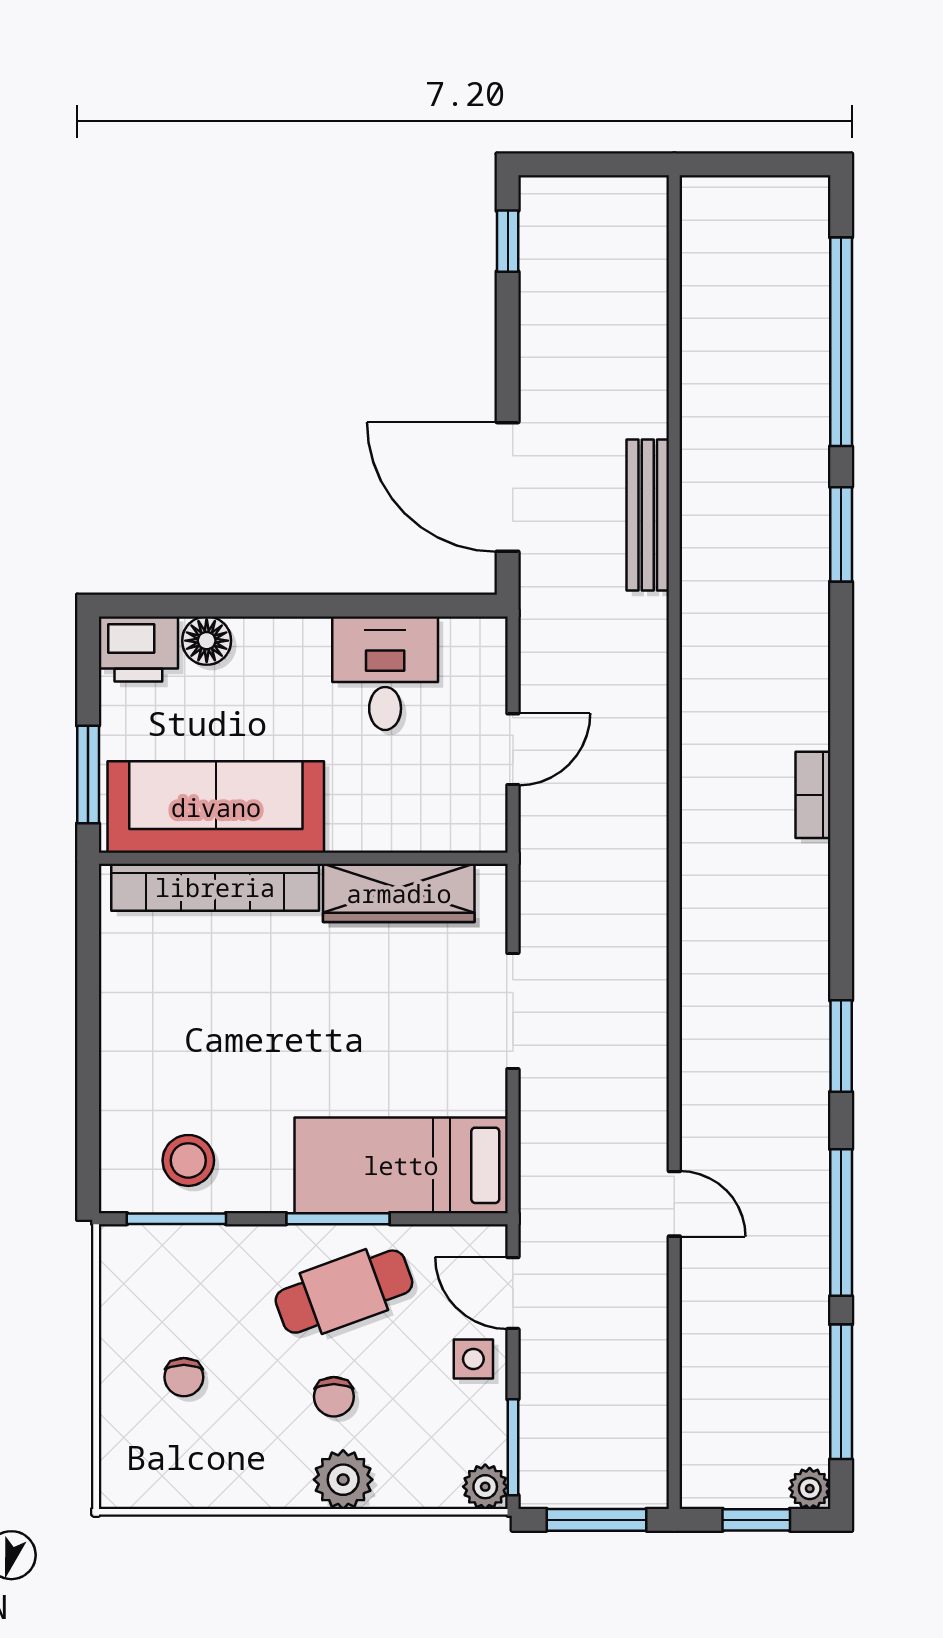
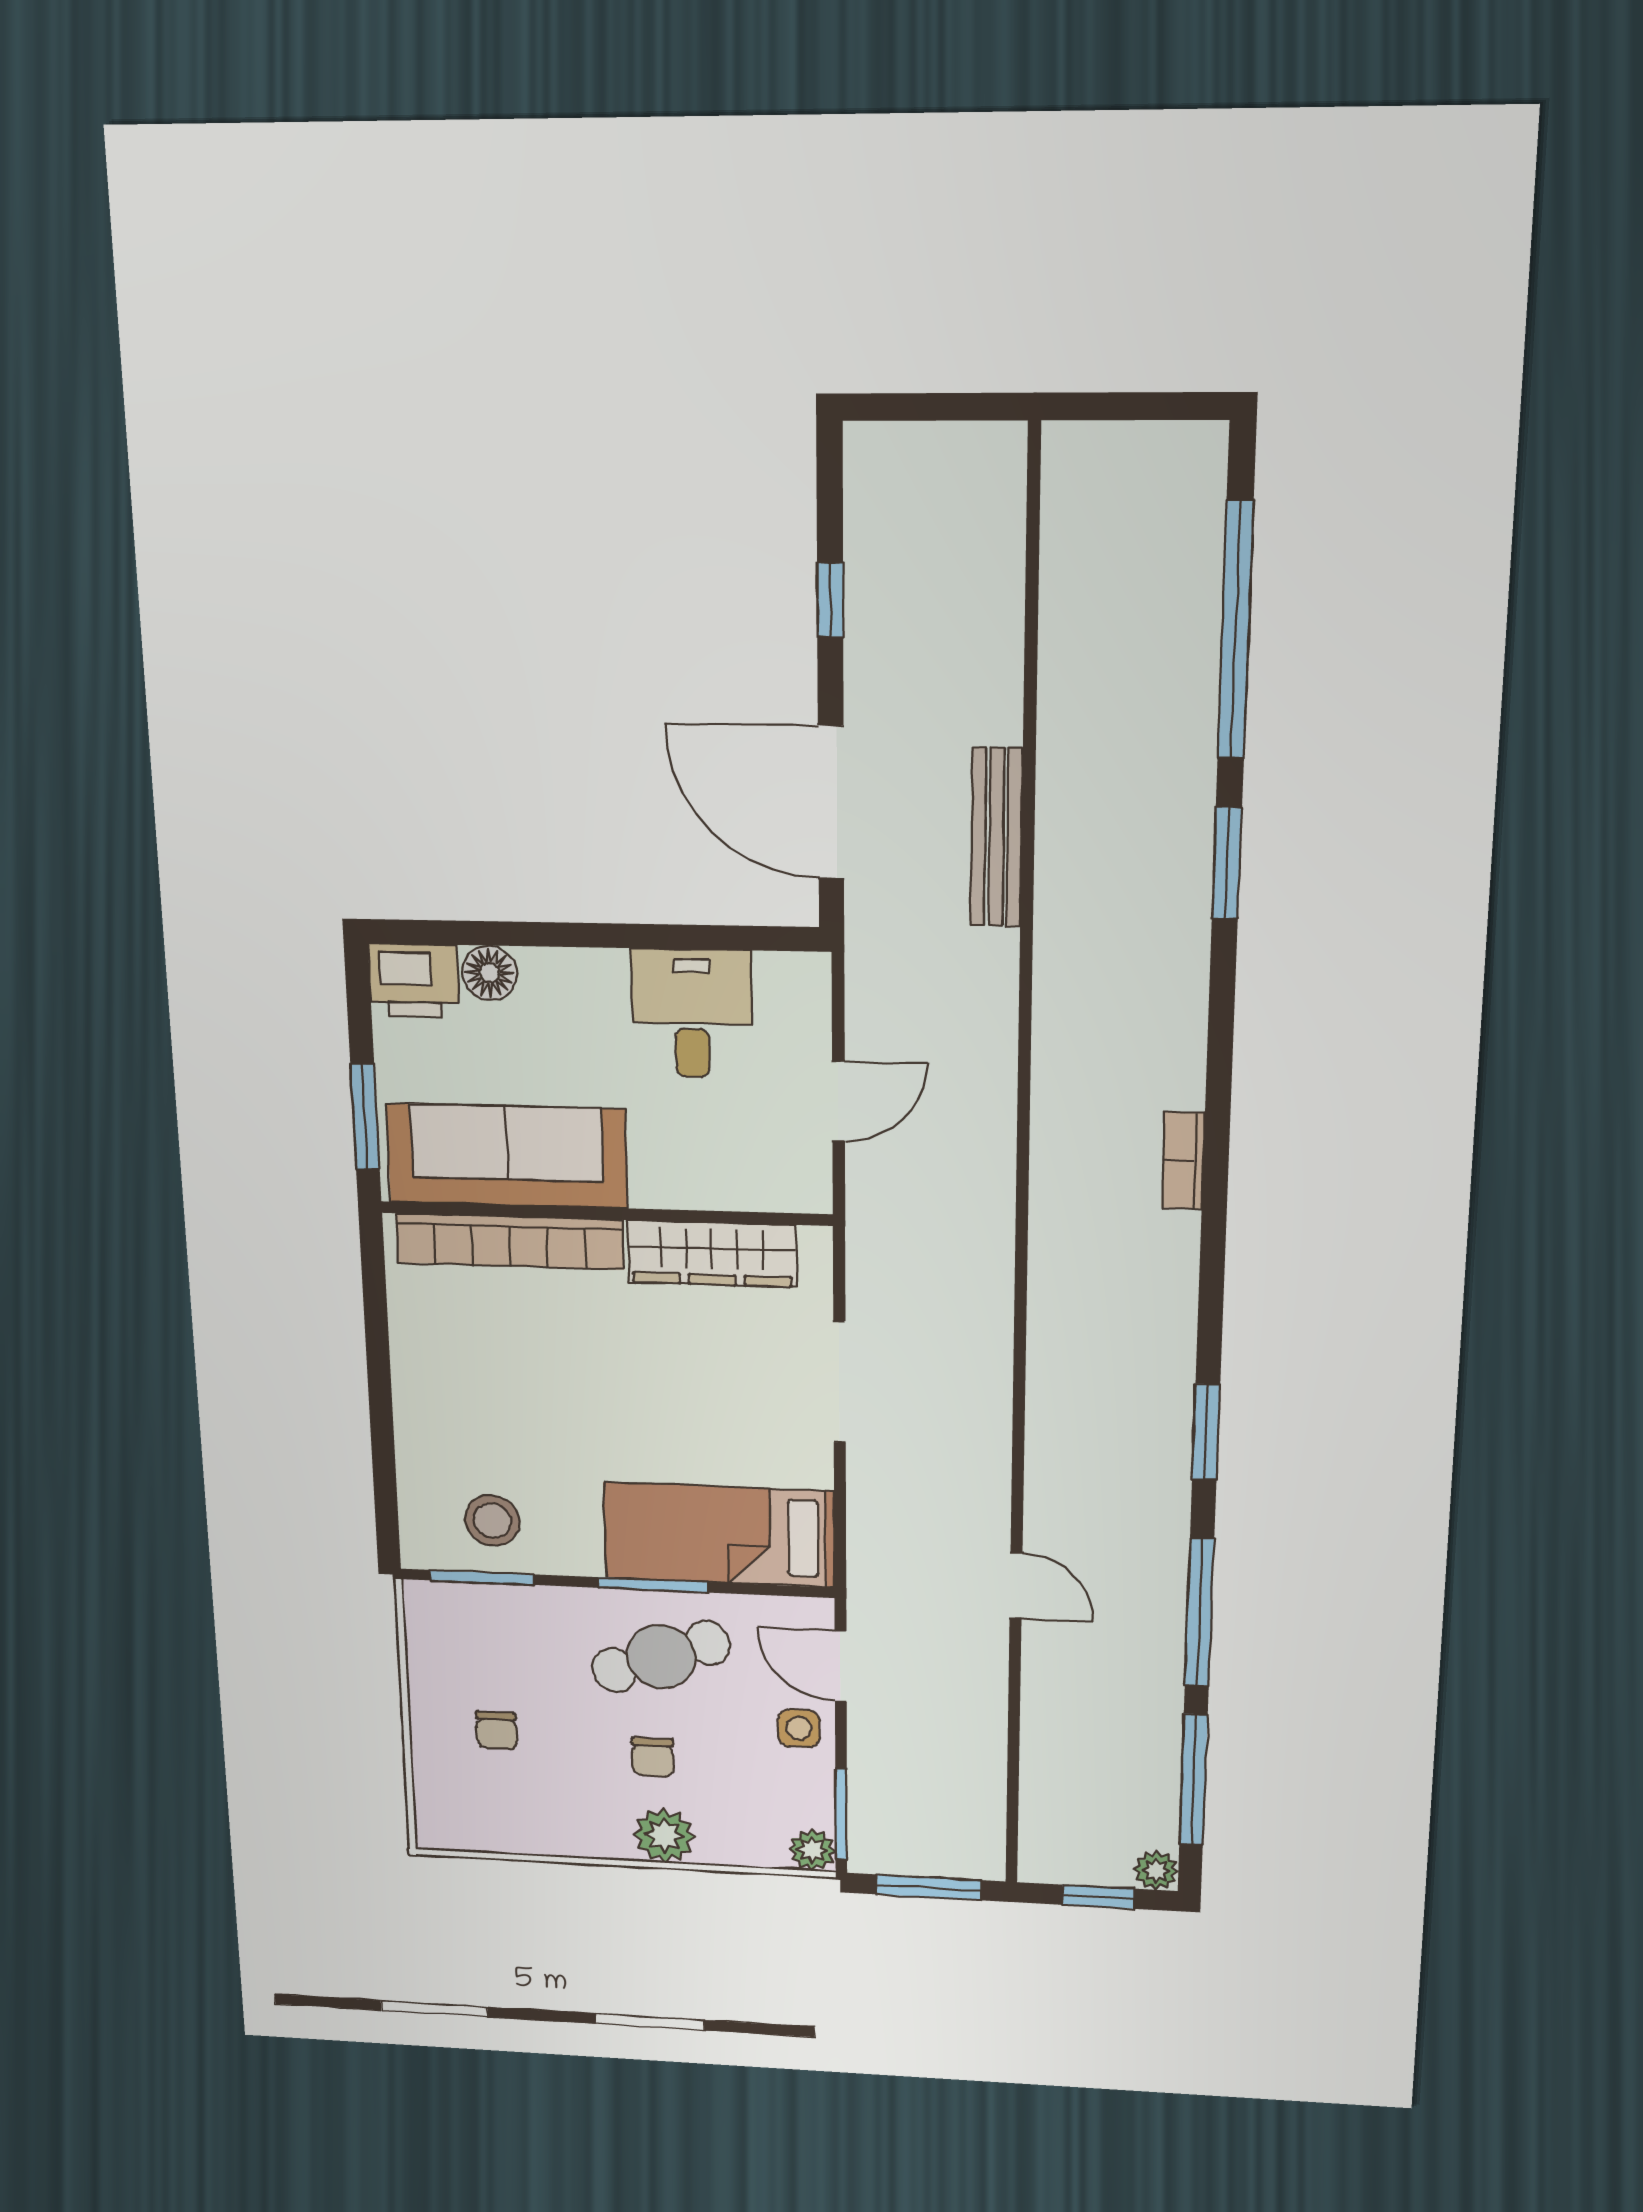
window: (508, 241) -> (830, 600), moved

